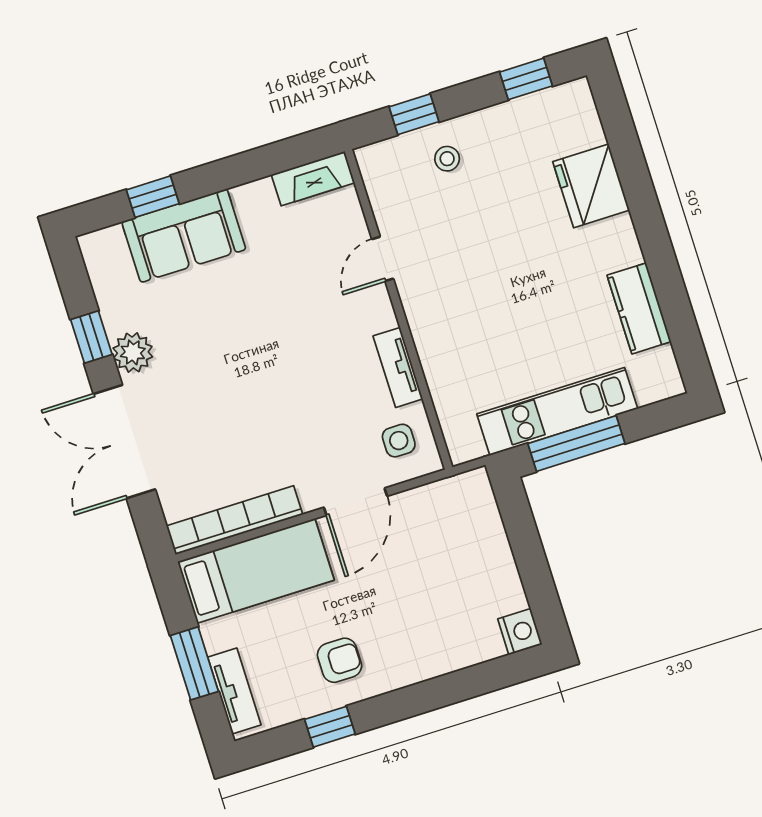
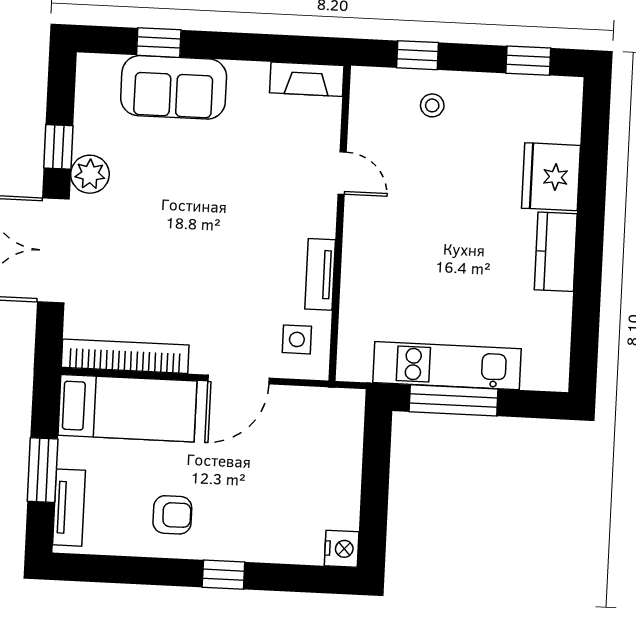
door: (383, 259) -> (342, 173), swing flipped
kitchen counter: (639, 308) -> (556, 252), moved
window: (330, 727) -> (223, 575), moved

